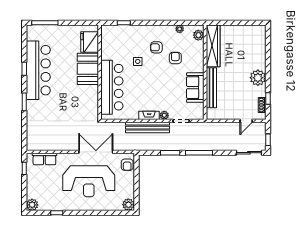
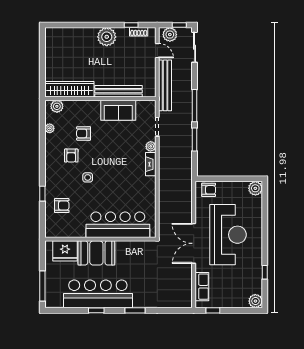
armchair: (114, 39) -> (62, 206), added
fridge: (90, 42) -> (65, 251), moved
booth: (88, 69) -> (96, 253), moved
wall: (100, 72) -> (100, 239), moved
bar counter: (112, 87) -> (118, 225), moved
bench: (147, 128) -> (165, 85), moved
plant: (260, 132) -> (170, 35), added
double door: (96, 152) -> (194, 243), moved

